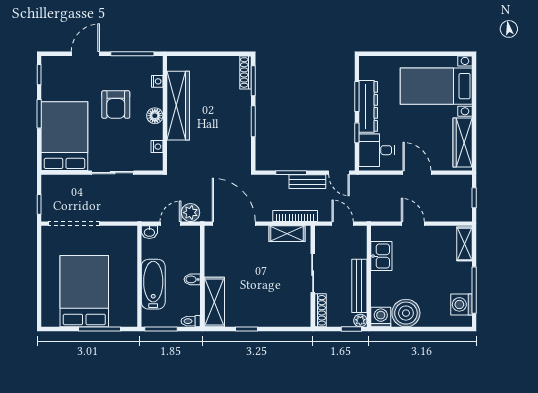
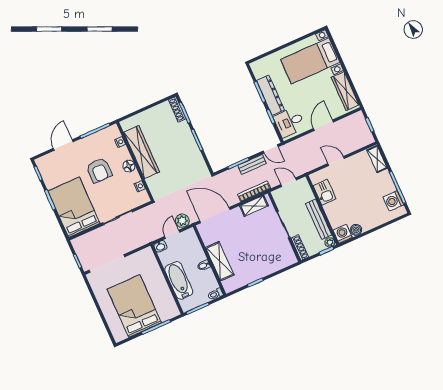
door: (417, 173) -> (323, 125), hinge flipped
shelving: (214, 302) -> (220, 261), moved
boiler: (406, 313) -> (356, 230), width x0.54, depth x0.54

